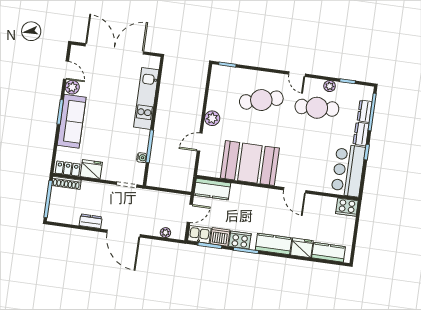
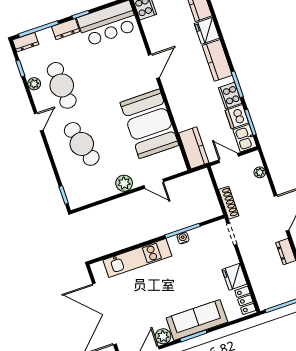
dresser: (365, 111) -> (26, 42), moved
water cooler: (142, 158) -> (183, 238), moved
shoe rack: (66, 183) -> (229, 203), moved

